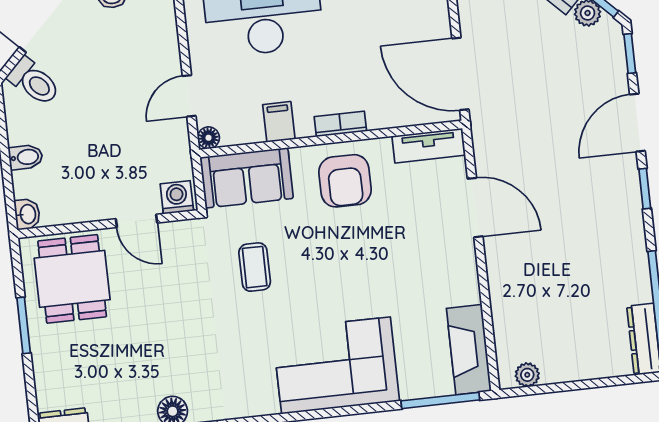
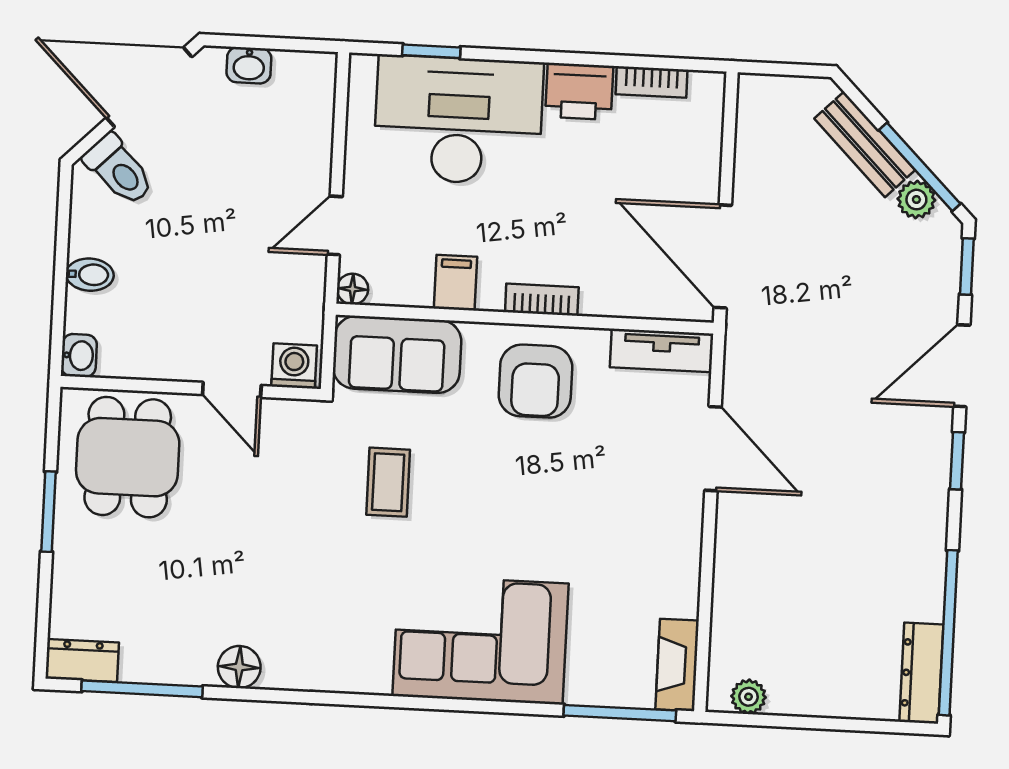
fireplace: (469, 350) -> (677, 665), width x0.73, depth x0.76

